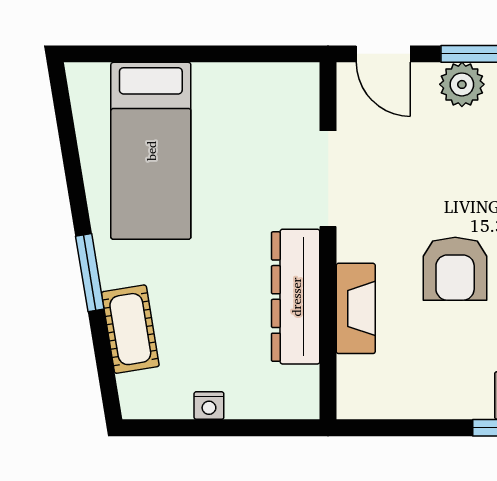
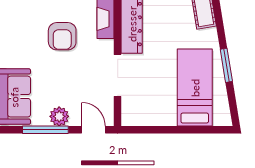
armchair: (455, 269) -> (62, 36), turned 180
window: (90, 273) -> (226, 65), moved

